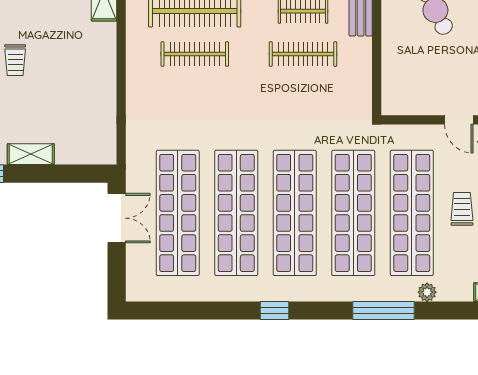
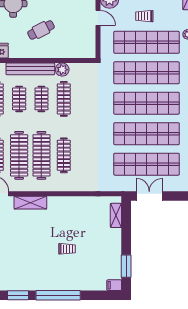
plant: (359, 51) -> (62, 70), added
door: (459, 120) -> (98, 18), hinge flipped
shelving: (31, 154) -> (116, 215), moved

